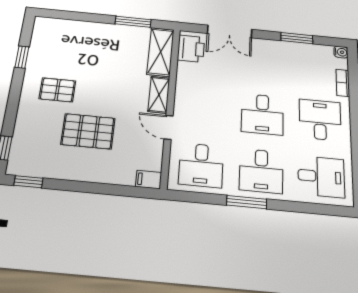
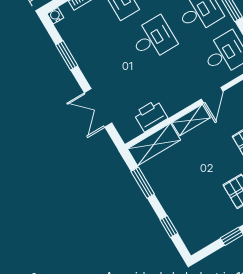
window: (76, 16) -> (169, 227), added
double door: (230, 31) -> (98, 108), swing flipped
printer: (191, 49) -> (151, 116), moved

